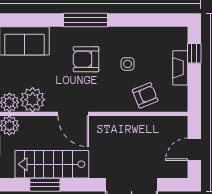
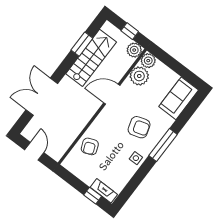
armchair: (86, 59) -> (139, 127), turned 73
side table: (128, 64) -> (136, 158), moved
fireplace: (180, 68) -> (104, 191), moved

